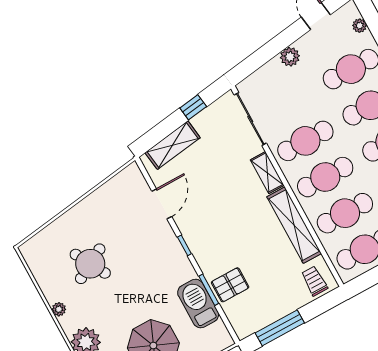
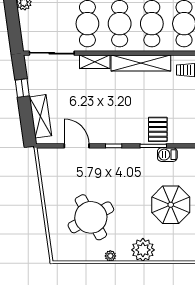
round table: (90, 264) -> (91, 217), width x1.36, depth x1.36
barbecue: (198, 303) -> (167, 155), width x0.53, depth x0.65

